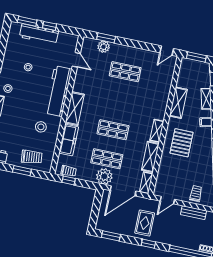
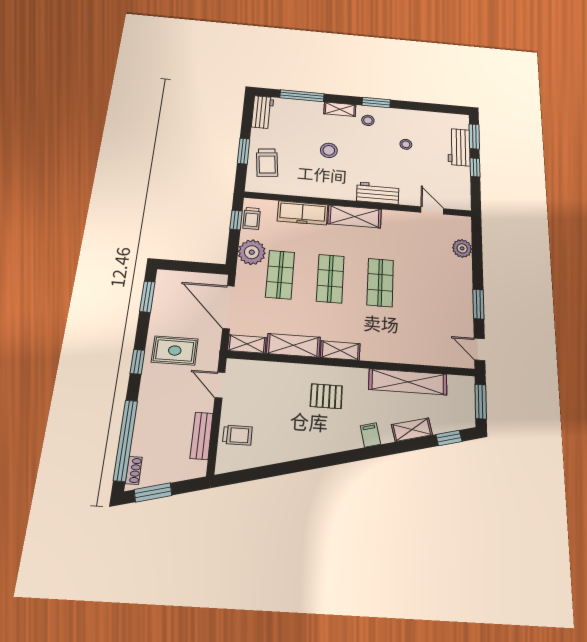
workbench: (39, 34) -> (459, 147), width x0.73
window: (106, 38) -> (478, 304), moved
door: (76, 60) -> (432, 210), swing flipped
shop shelf: (125, 72) -> (380, 282), moved
workbench: (58, 91) -> (378, 193), width x0.53, depth x0.76
shelving: (178, 103) -> (408, 382), width x1.47
stool: (41, 127) -> (329, 150), moved
pallet: (182, 143) -> (326, 396), width x0.67, depth x0.71
plant: (104, 176) -> (252, 252), moved

